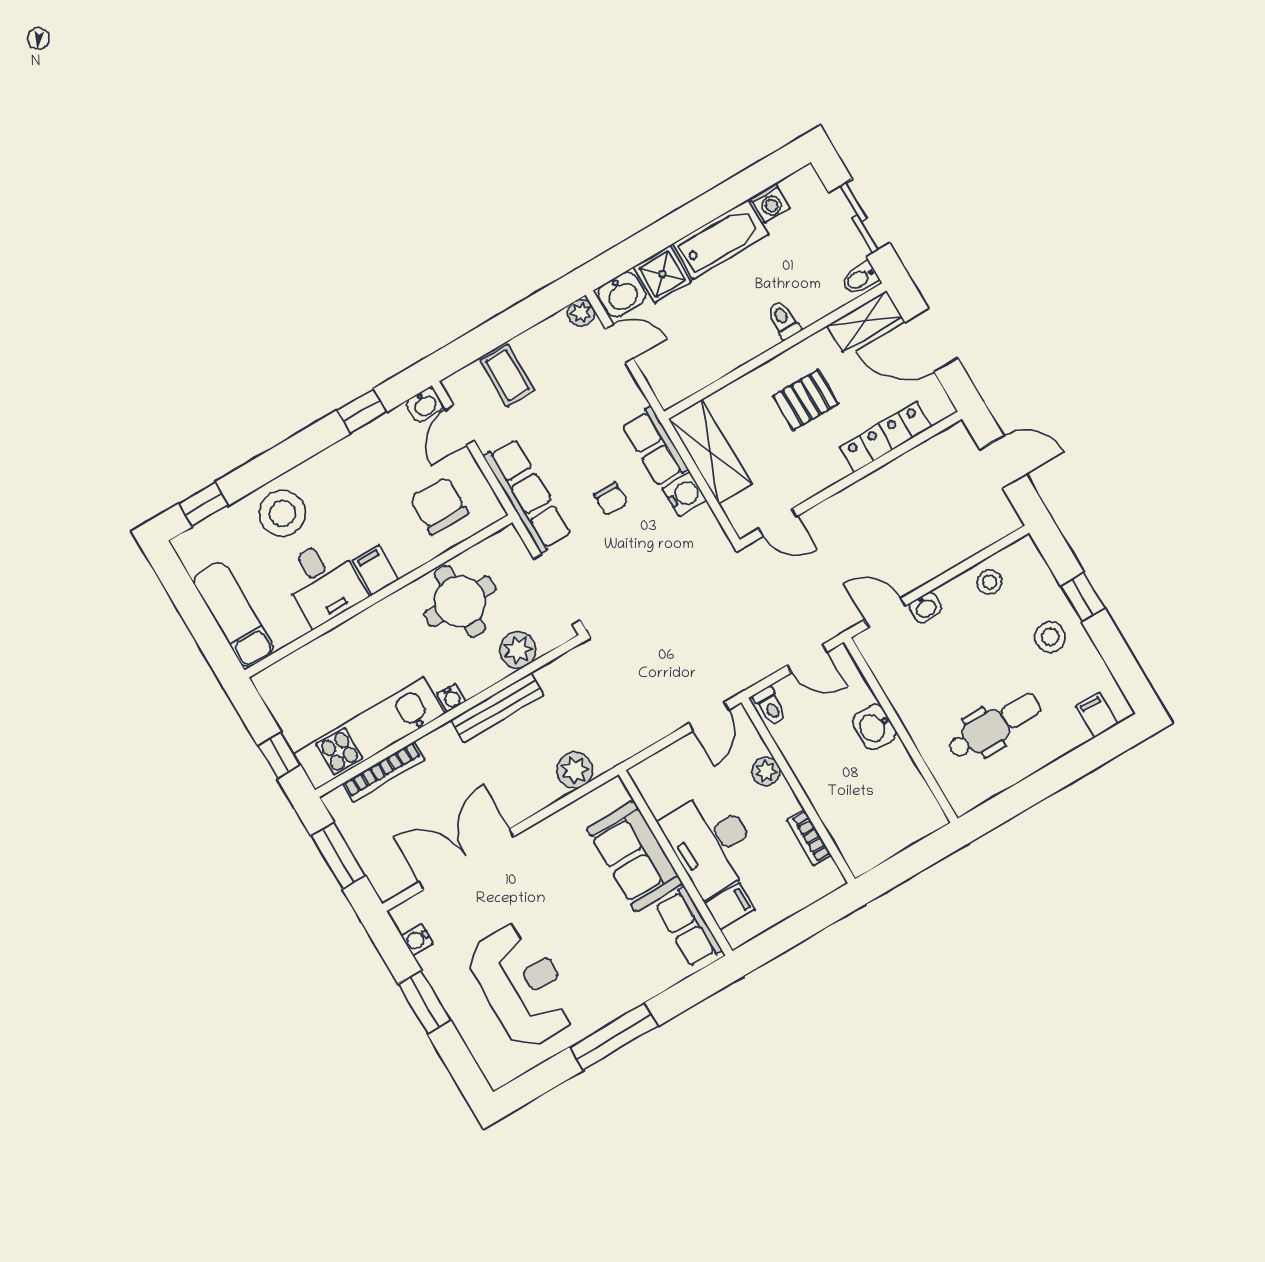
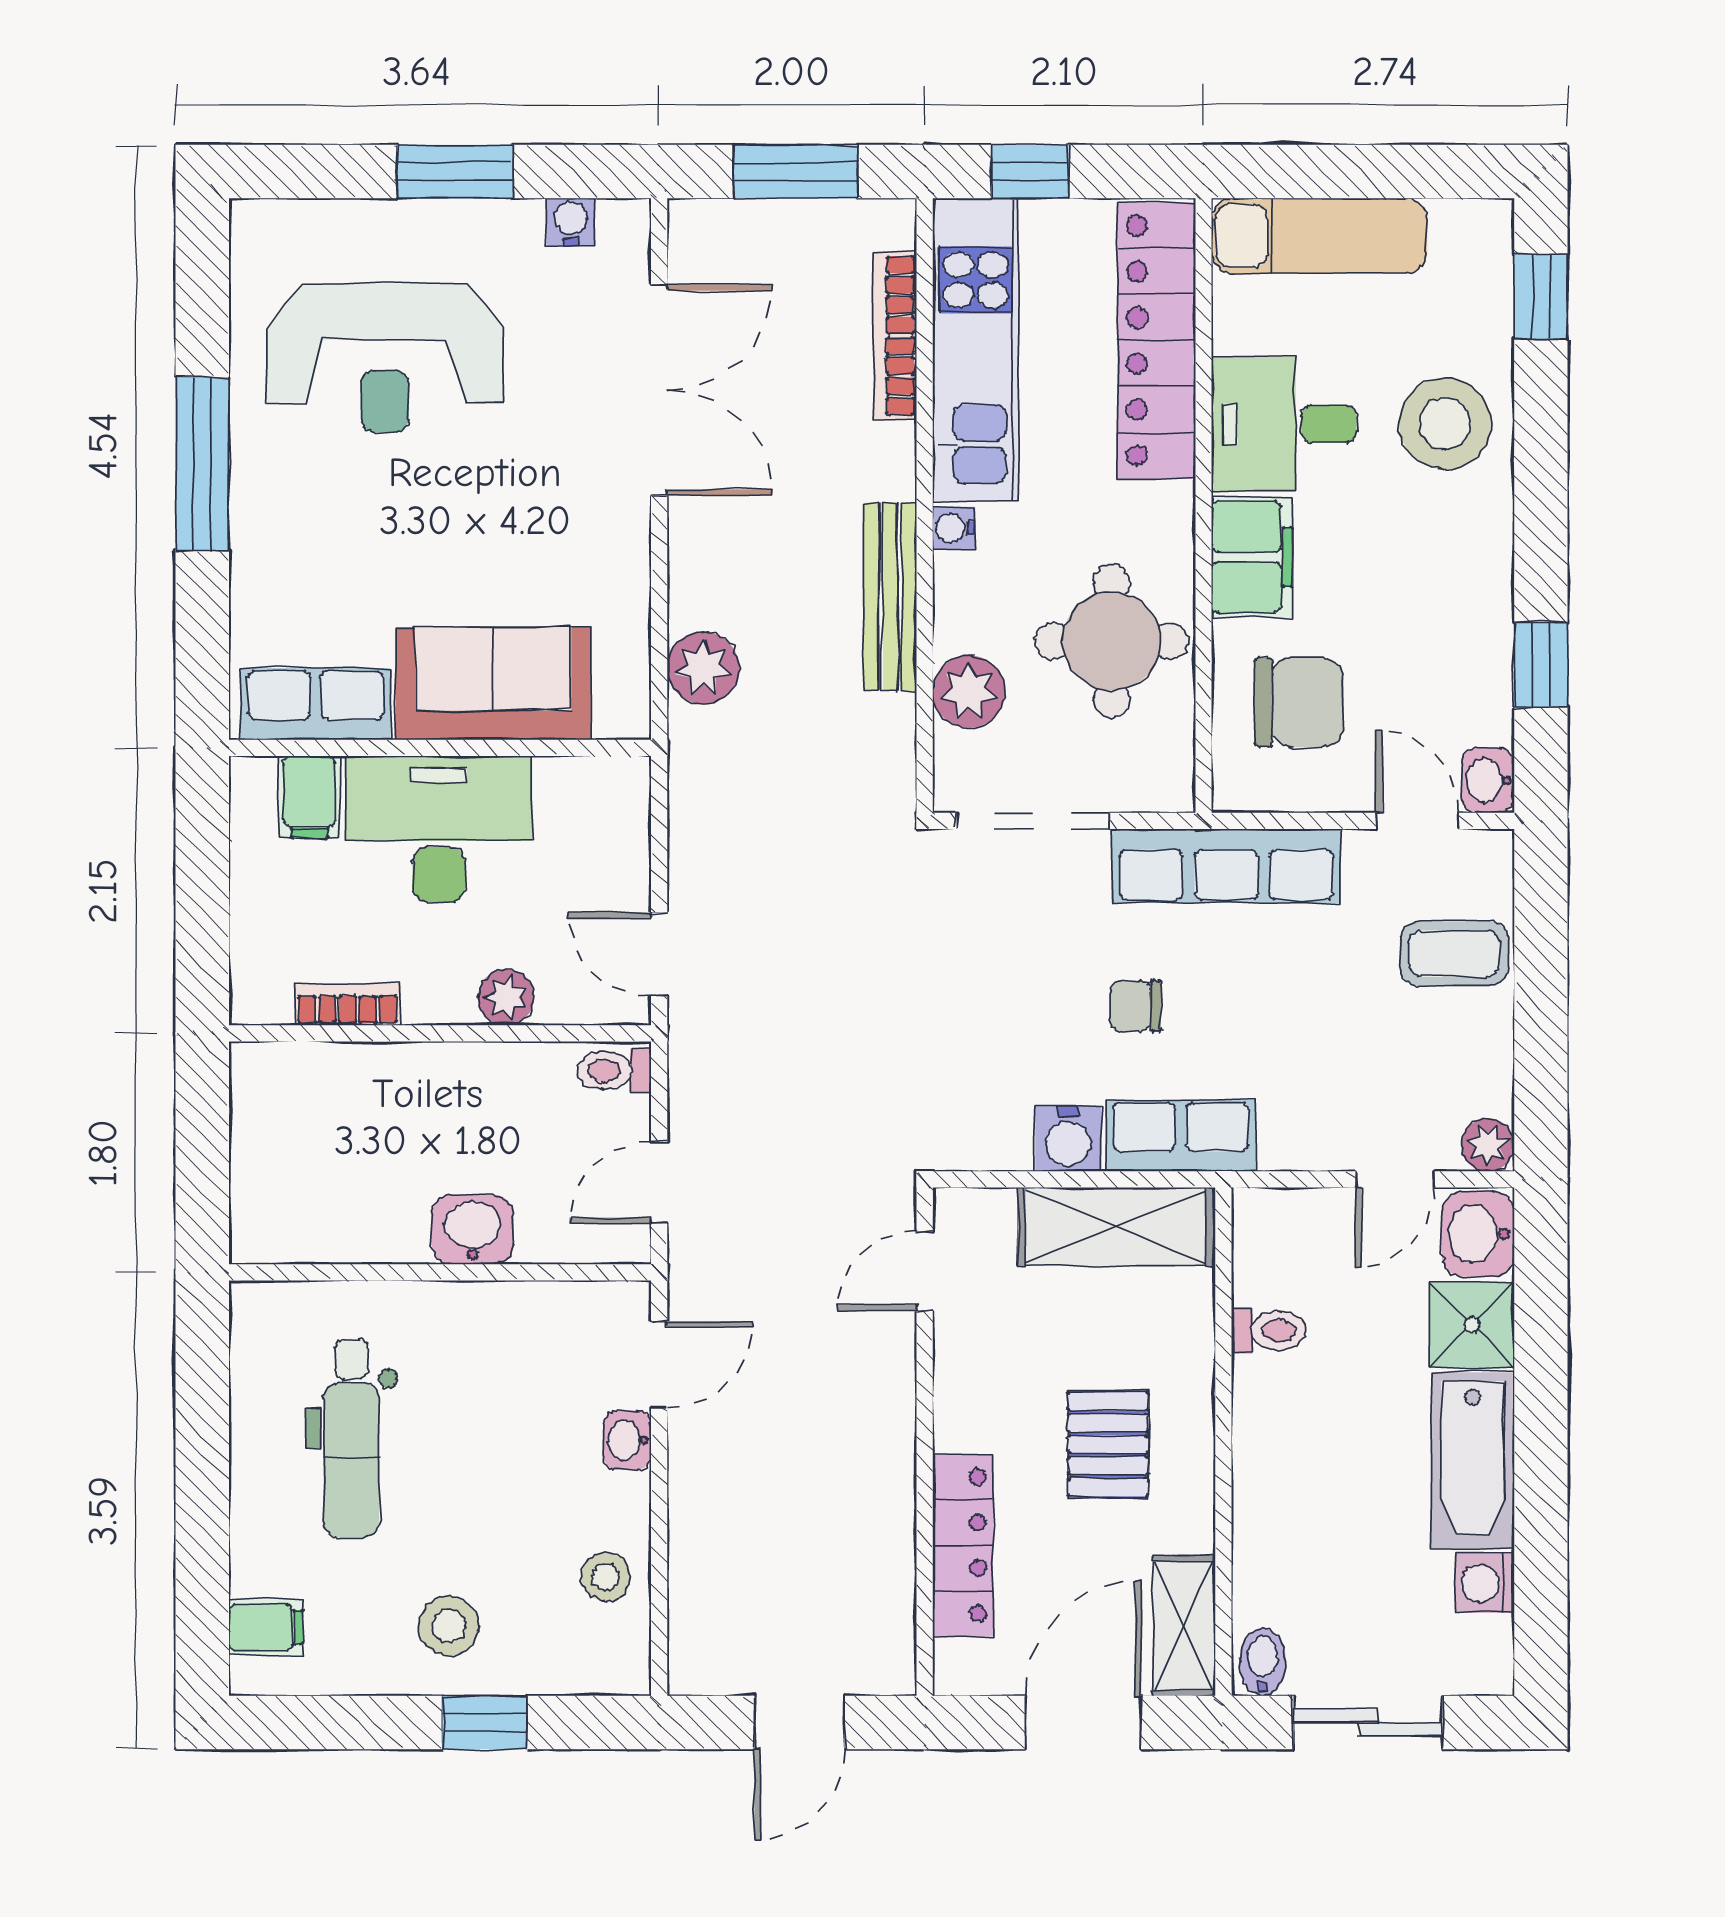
toilet: (784, 320) -> (1269, 1331), moved
filing cabinet: (375, 570) -> (1252, 557), width x2.00
locker: (320, 658) -> (1156, 341), added

